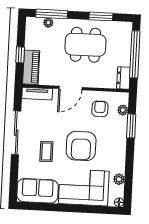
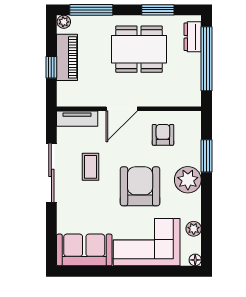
plant: (48, 23) -> (64, 22), moved
piano: (31, 67) -> (67, 57), moved
dresser: (123, 78) -> (193, 37), moved
plant: (123, 110) -> (188, 180), moved, width x1.87, depth x1.87
armchair: (81, 146) -> (140, 186), turned 180
coffee table: (46, 152) -> (91, 167), moved

